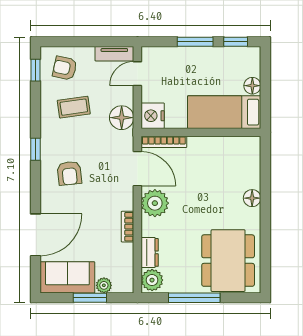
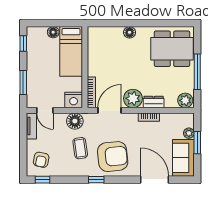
window: (195, 42) -> (23, 82), moved
coffee table: (74, 107) -> (80, 148), moved
armchair: (69, 173) -> (113, 157), width x1.88, depth x1.88
dresser: (150, 252) -> (154, 102), moved

